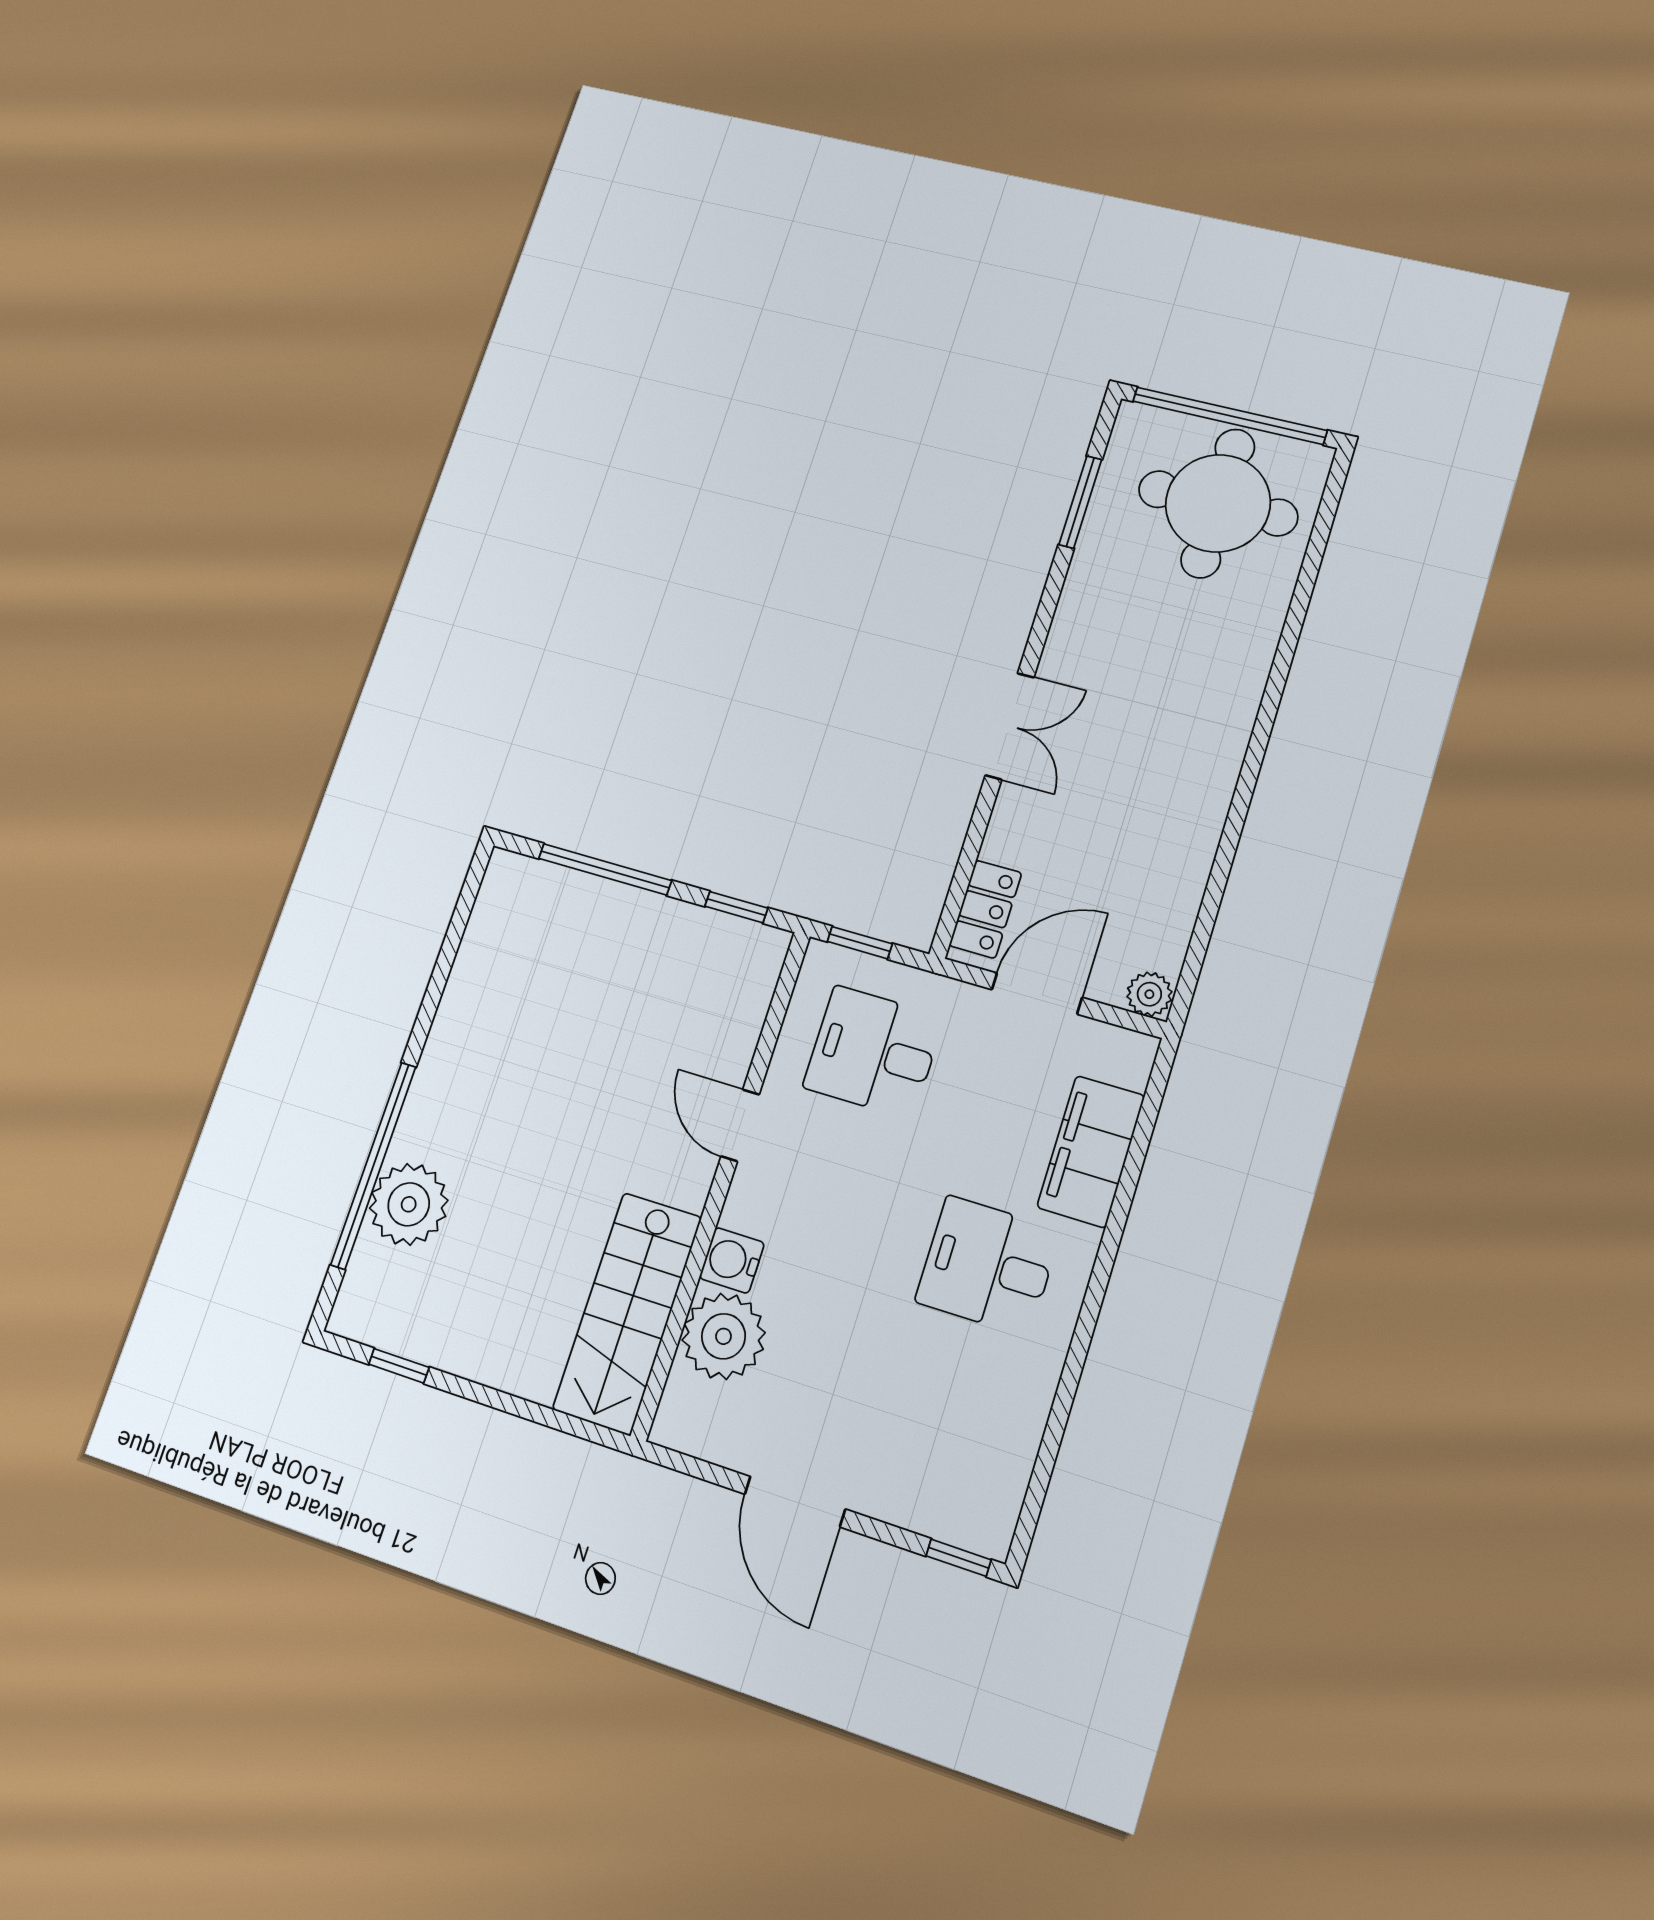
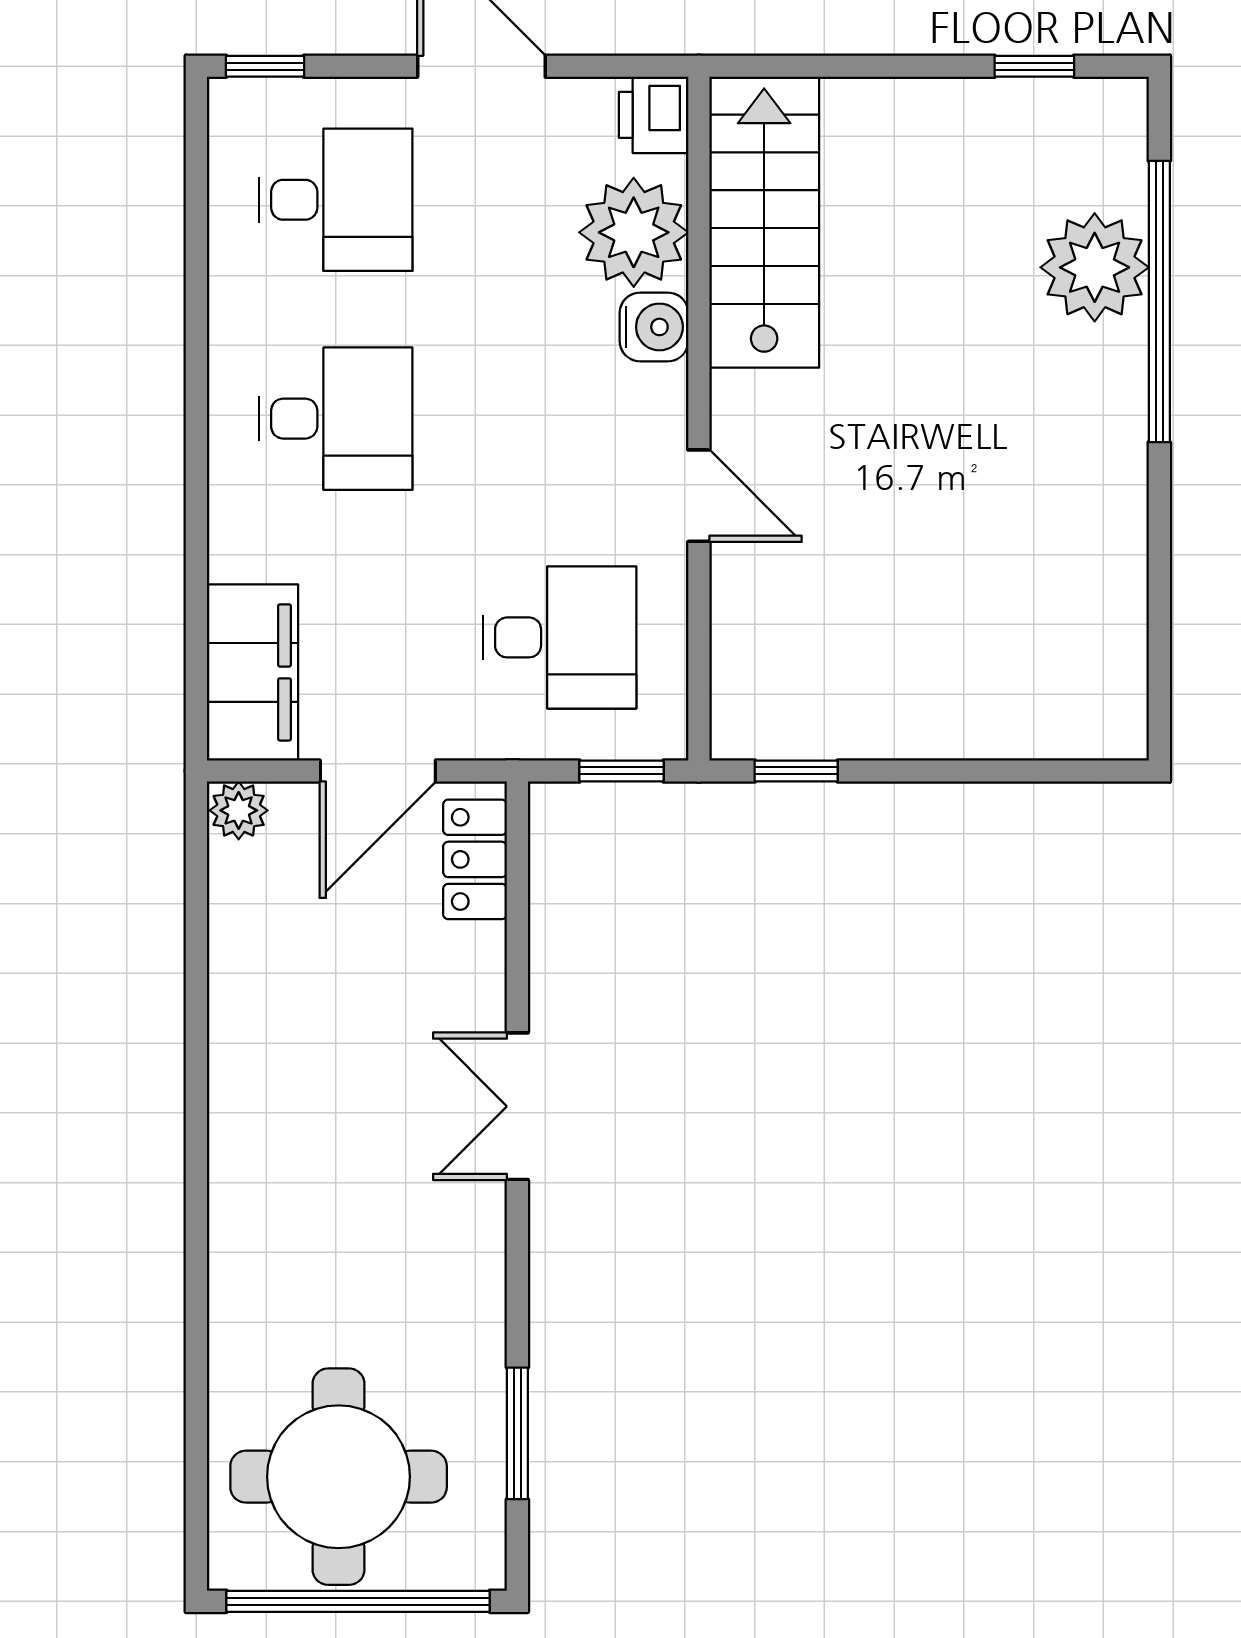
window: (605, 869) -> (987, 771), removed
filing cabinet: (1091, 1151) -> (253, 672), moved
printer: (680, 1421) -> (654, 115), added
desk: (936, 1434) -> (336, 200), added

